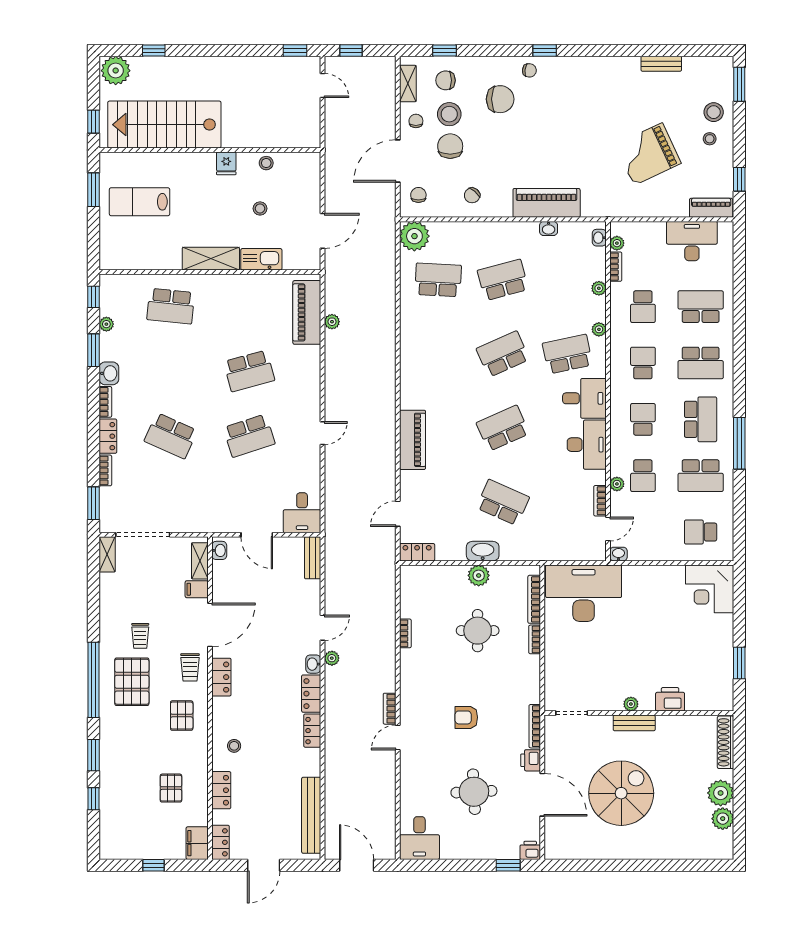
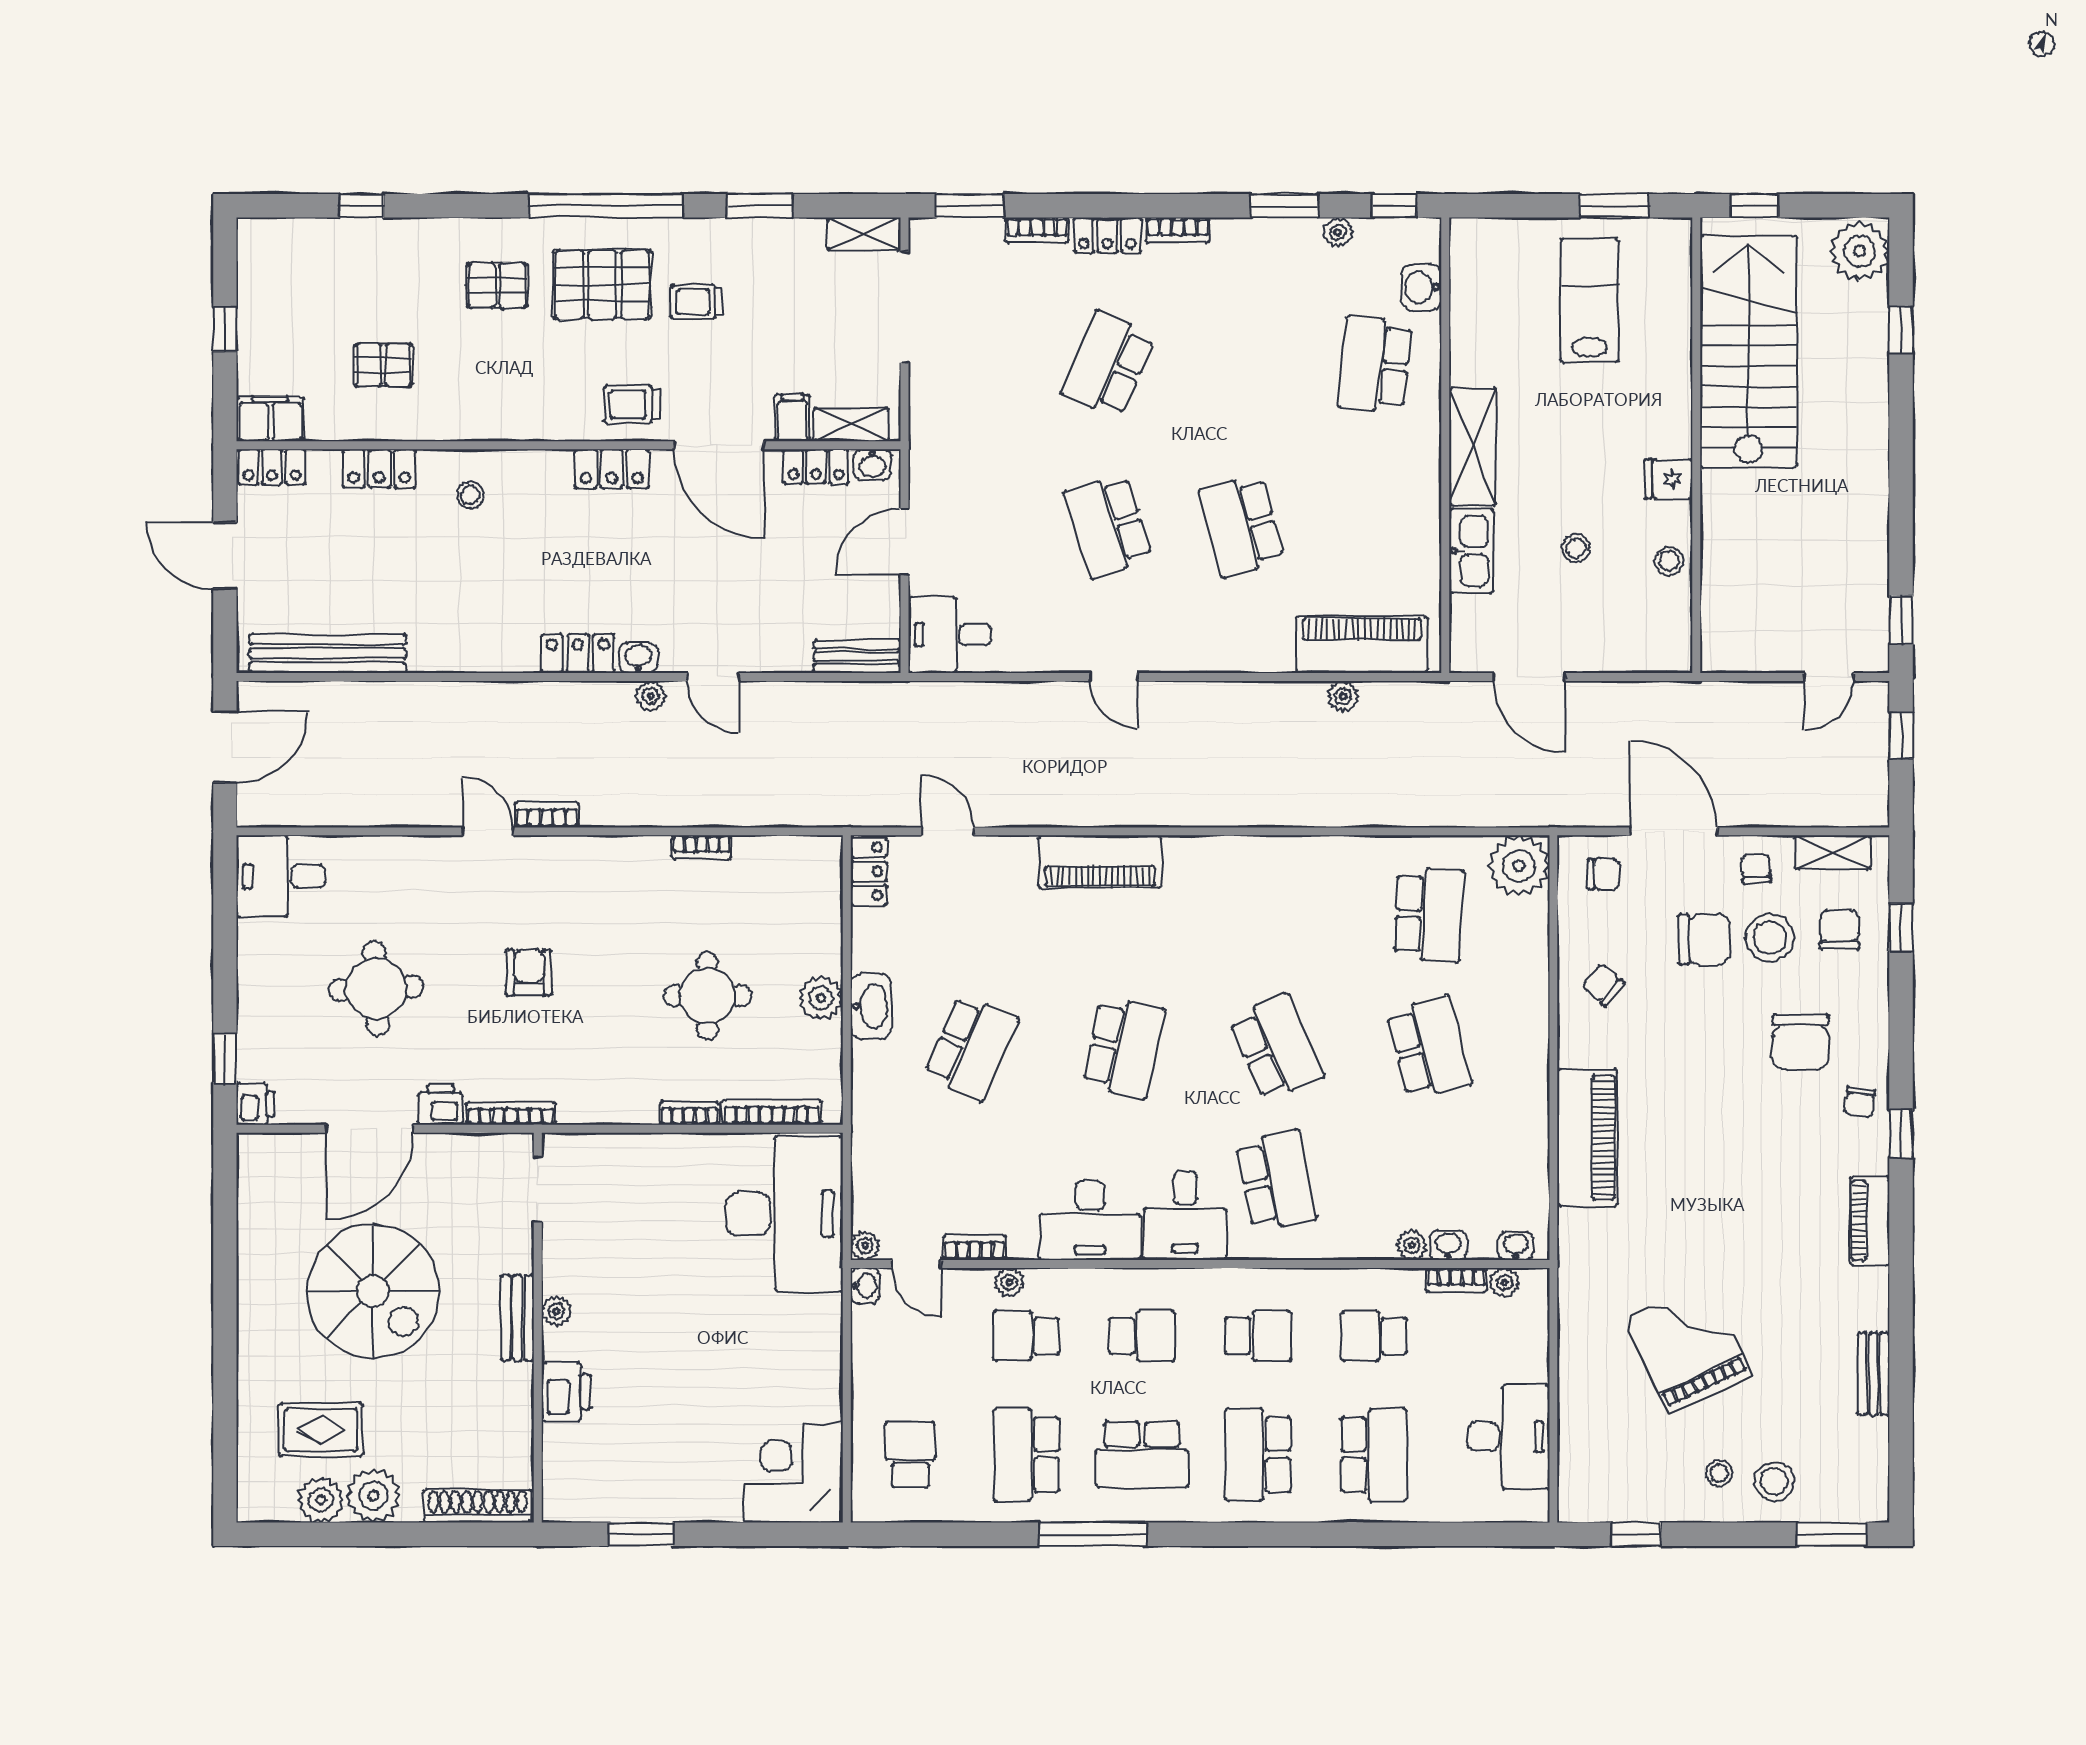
chair: (416, 121) -> (1756, 869), turned -94
piano: (711, 208) -> (1870, 1221), moved, turned 180
washbasin: (549, 228) -> (1448, 1245), moved, turned 90
plant: (599, 329) -> (865, 1246), moved
washbasin: (109, 373) -> (1421, 287), moved, turned 90
school desk: (503, 428) -> (1124, 1048), turned 36
pallet: (182, 716) -> (497, 286), moved
locker: (312, 731) -> (816, 466), moved, turned 180
window: (94, 755) -> (760, 206), moved
rug: (689, 818) -> (321, 1430), added

